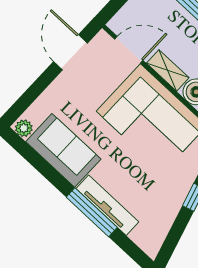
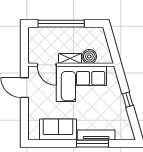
door: (129, 50) -> (47, 65), swing flipped
plant: (24, 128) -> (34, 135), removed

